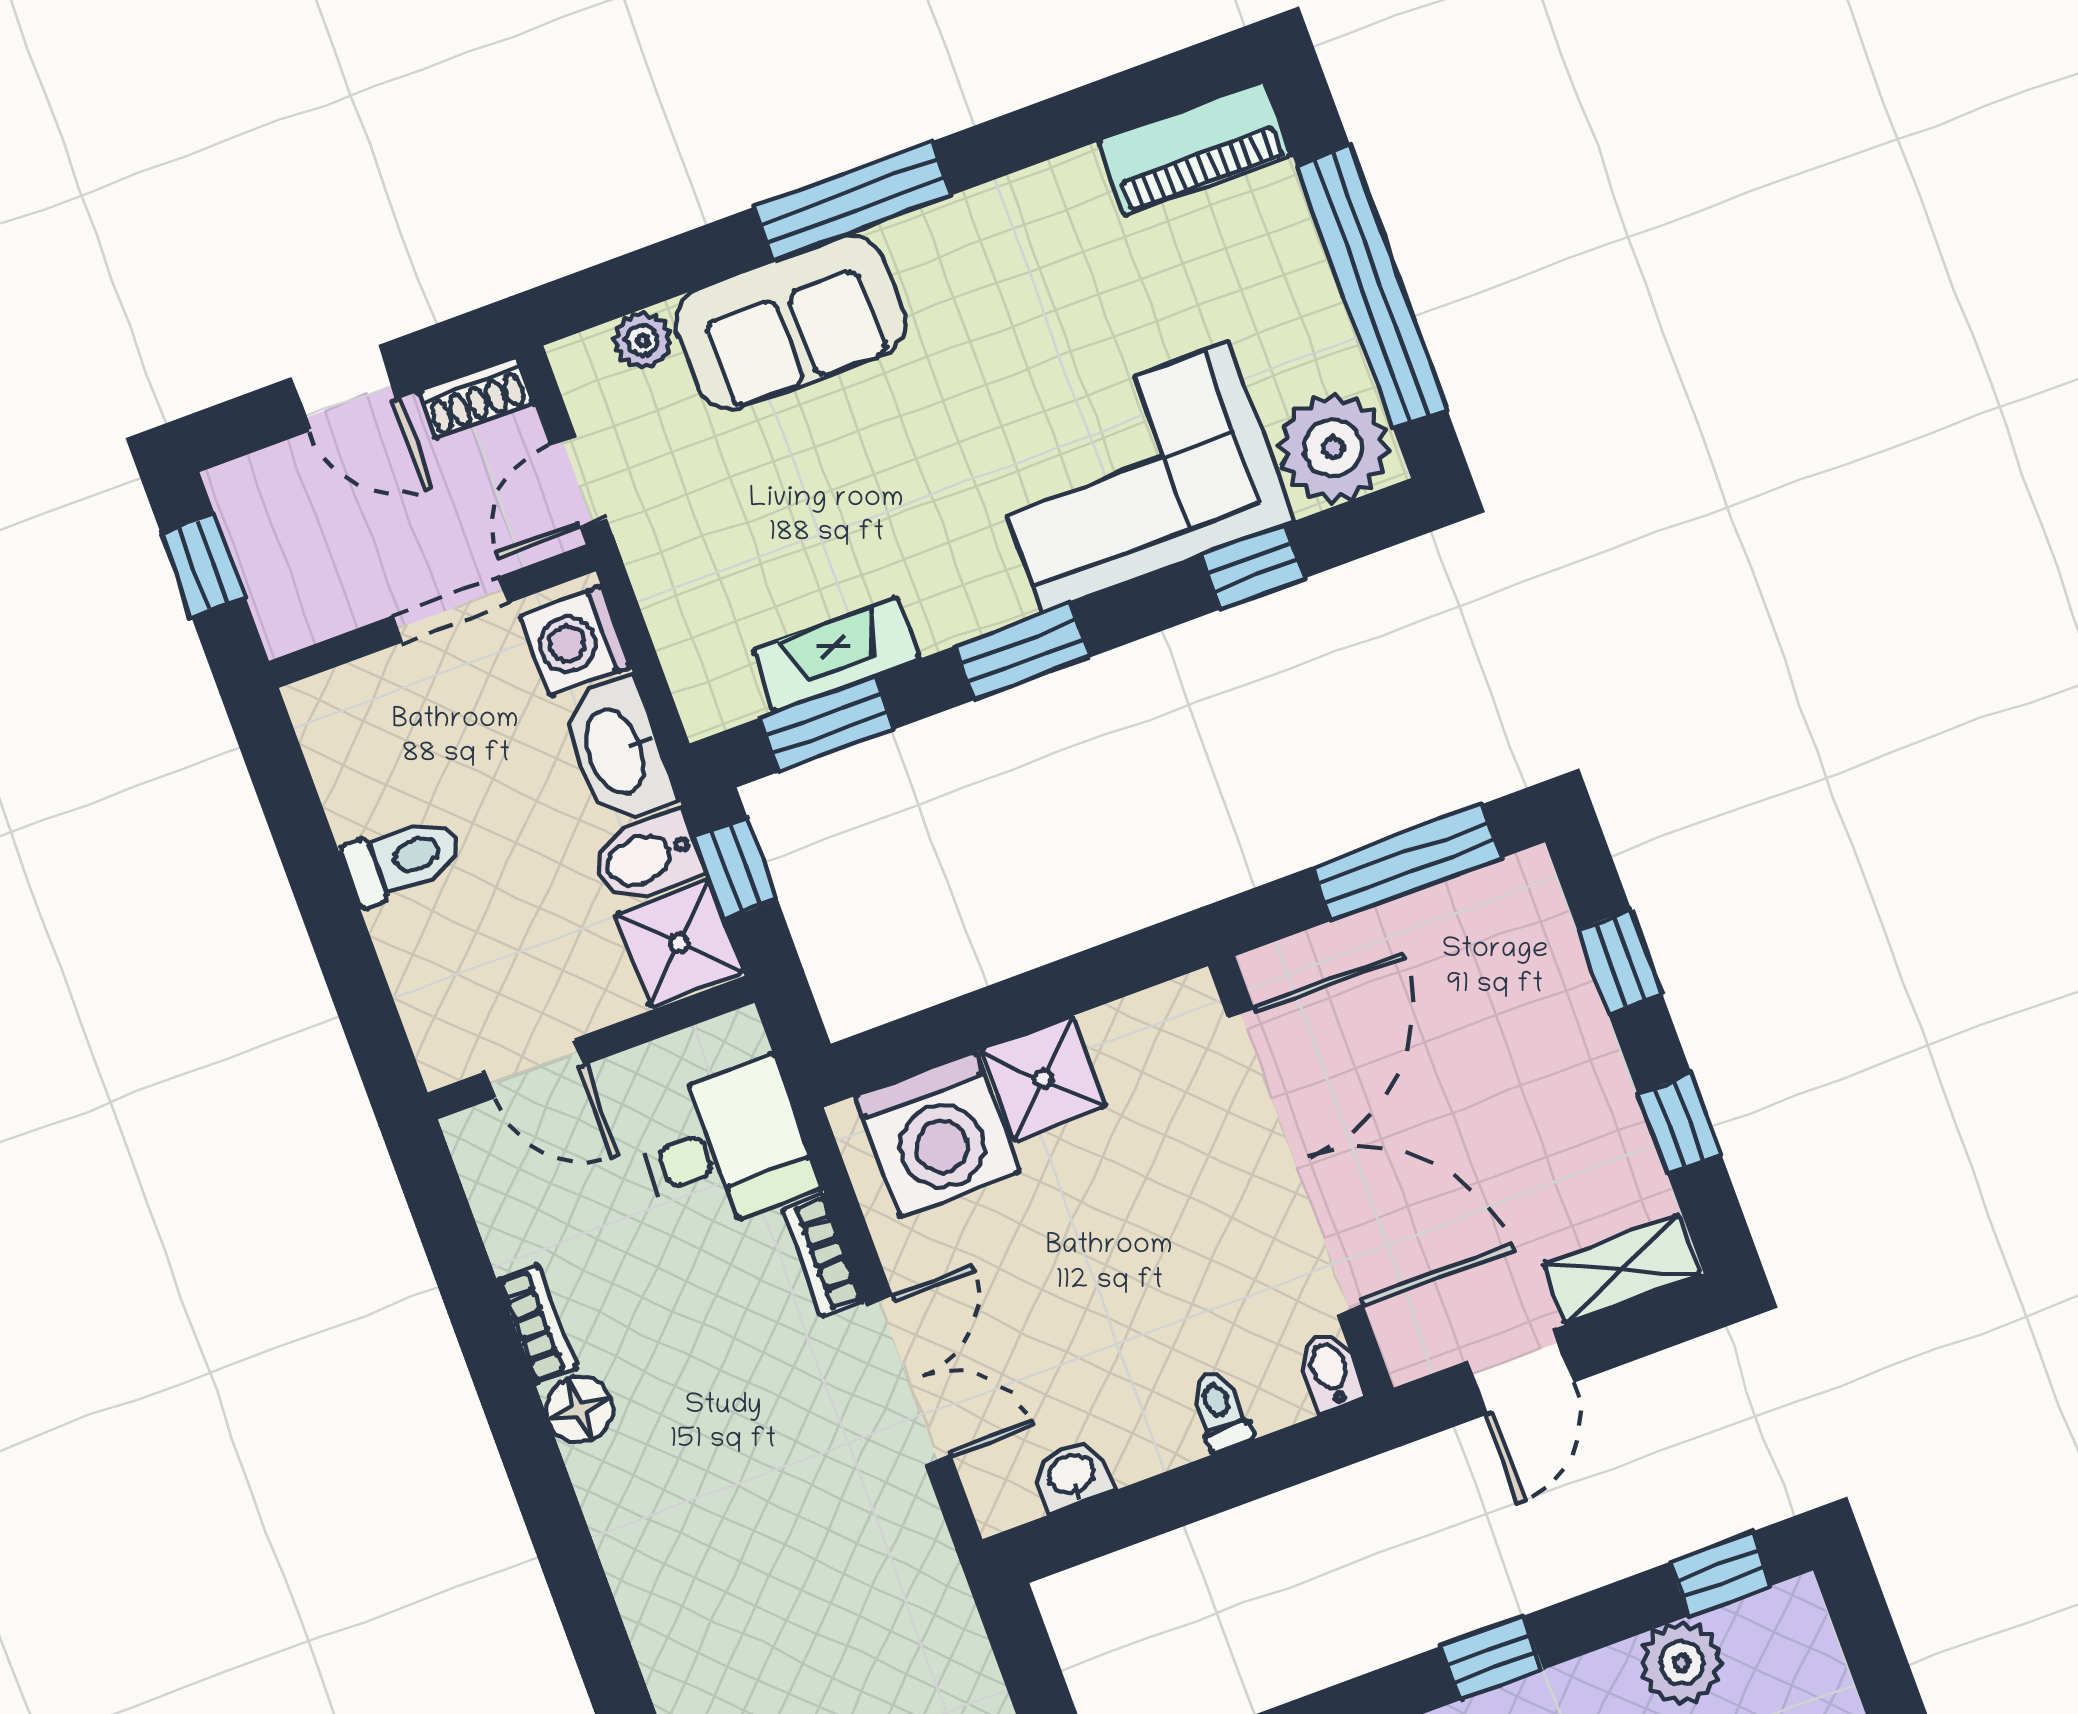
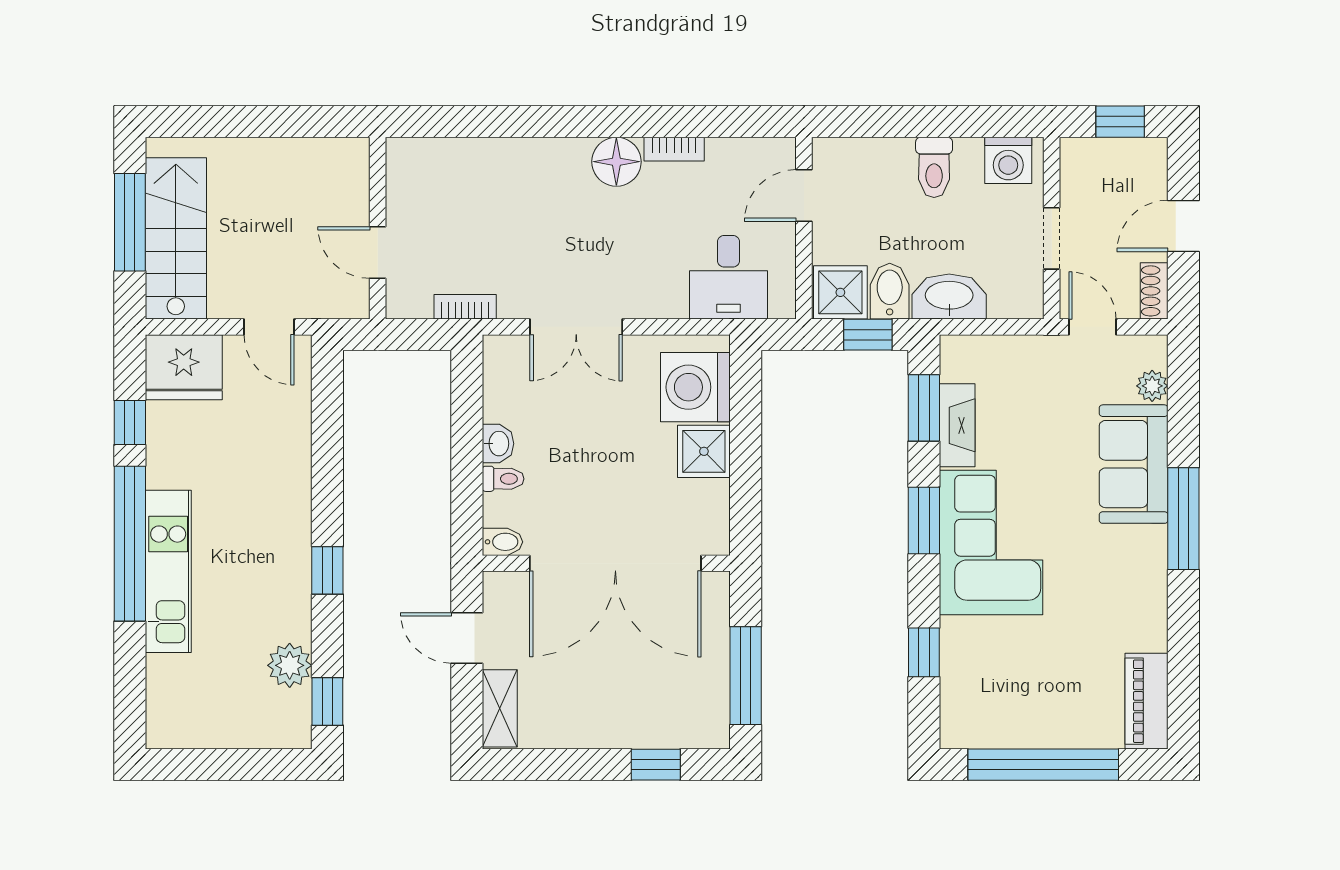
plant: (1333, 448) -> (969, 715), removed
corner sofa: (1136, 477) -> (991, 542), moved
washing machine: (575, 641) -> (1008, 160), moved, turned 180
window: (1680, 1124) -> (562, 765), removed
bookcase: (823, 1255) -> (465, 307), moved
floor lamp: (579, 1409) -> (616, 162), width x1.38, depth x1.38
washbasin: (1072, 1475) -> (498, 444), moved

